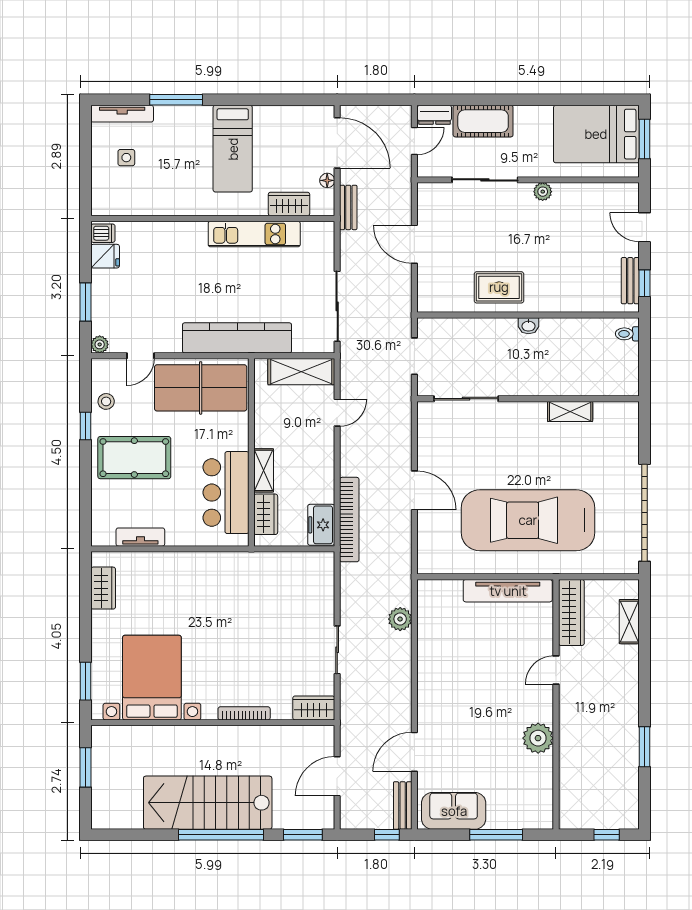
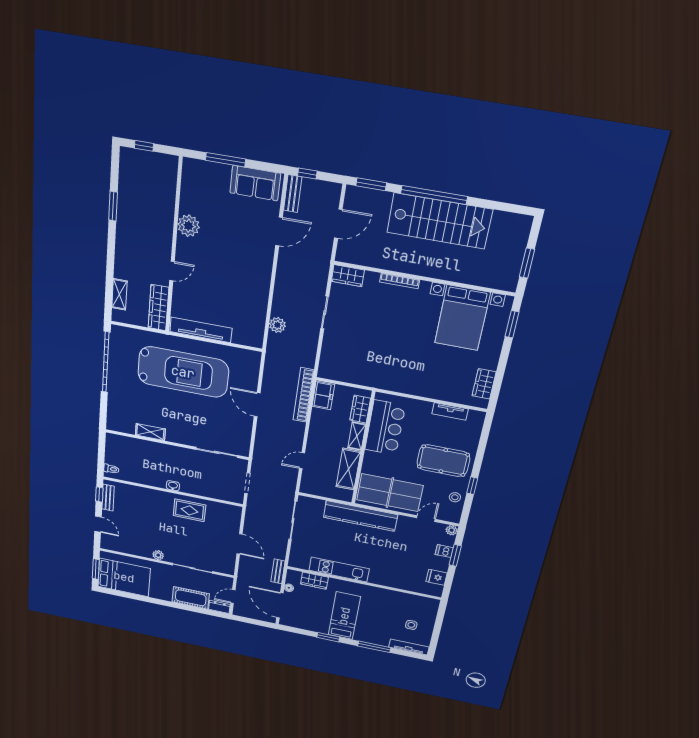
window: (252, 100) -> (328, 637), added
dishwasher: (103, 233) -> (444, 551), moved
shelving: (301, 372) -> (348, 469), moved, turned 90

